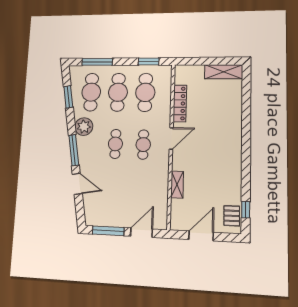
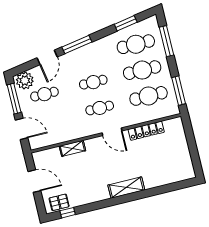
window: (149, 62) -> (179, 91), width x1.44
shelving: (224, 72) -> (126, 188), moved, turned 90
plant: (84, 127) -> (25, 81), moved
cafe table: (113, 197) -> (44, 94), added

